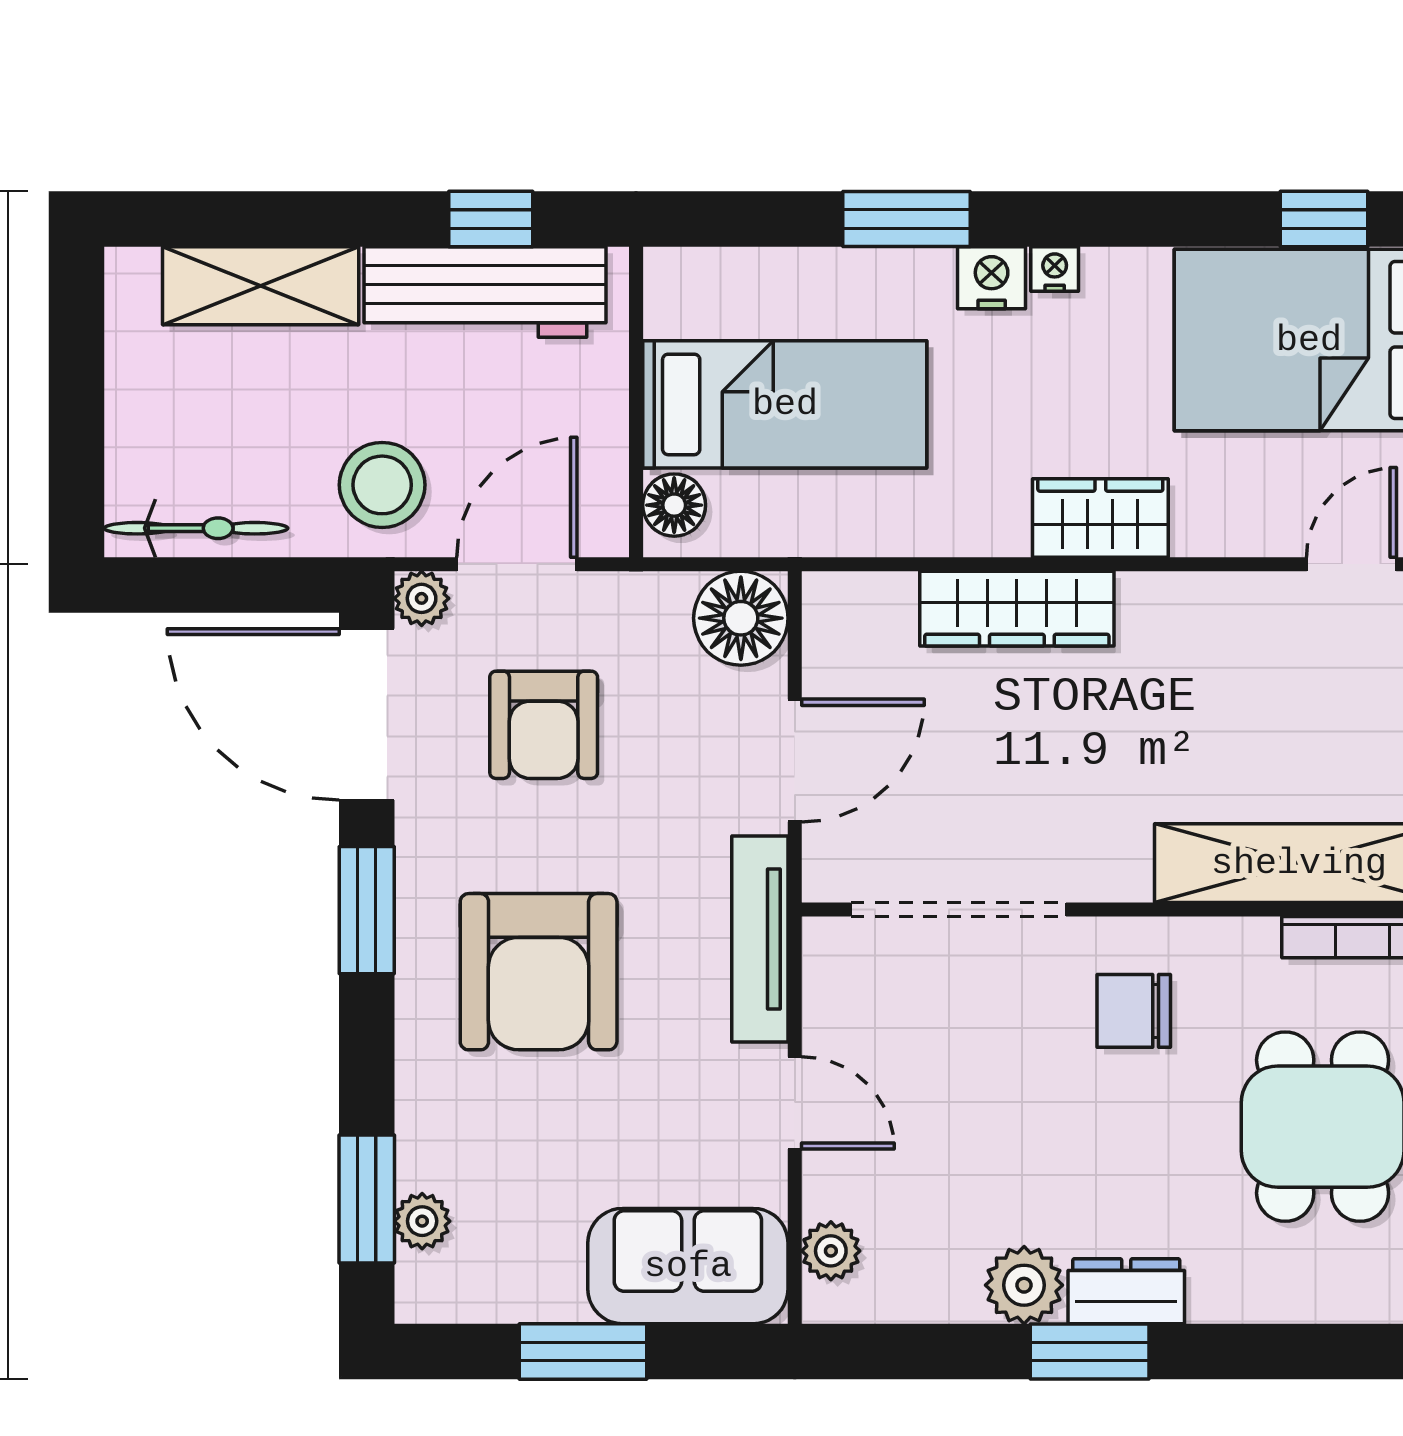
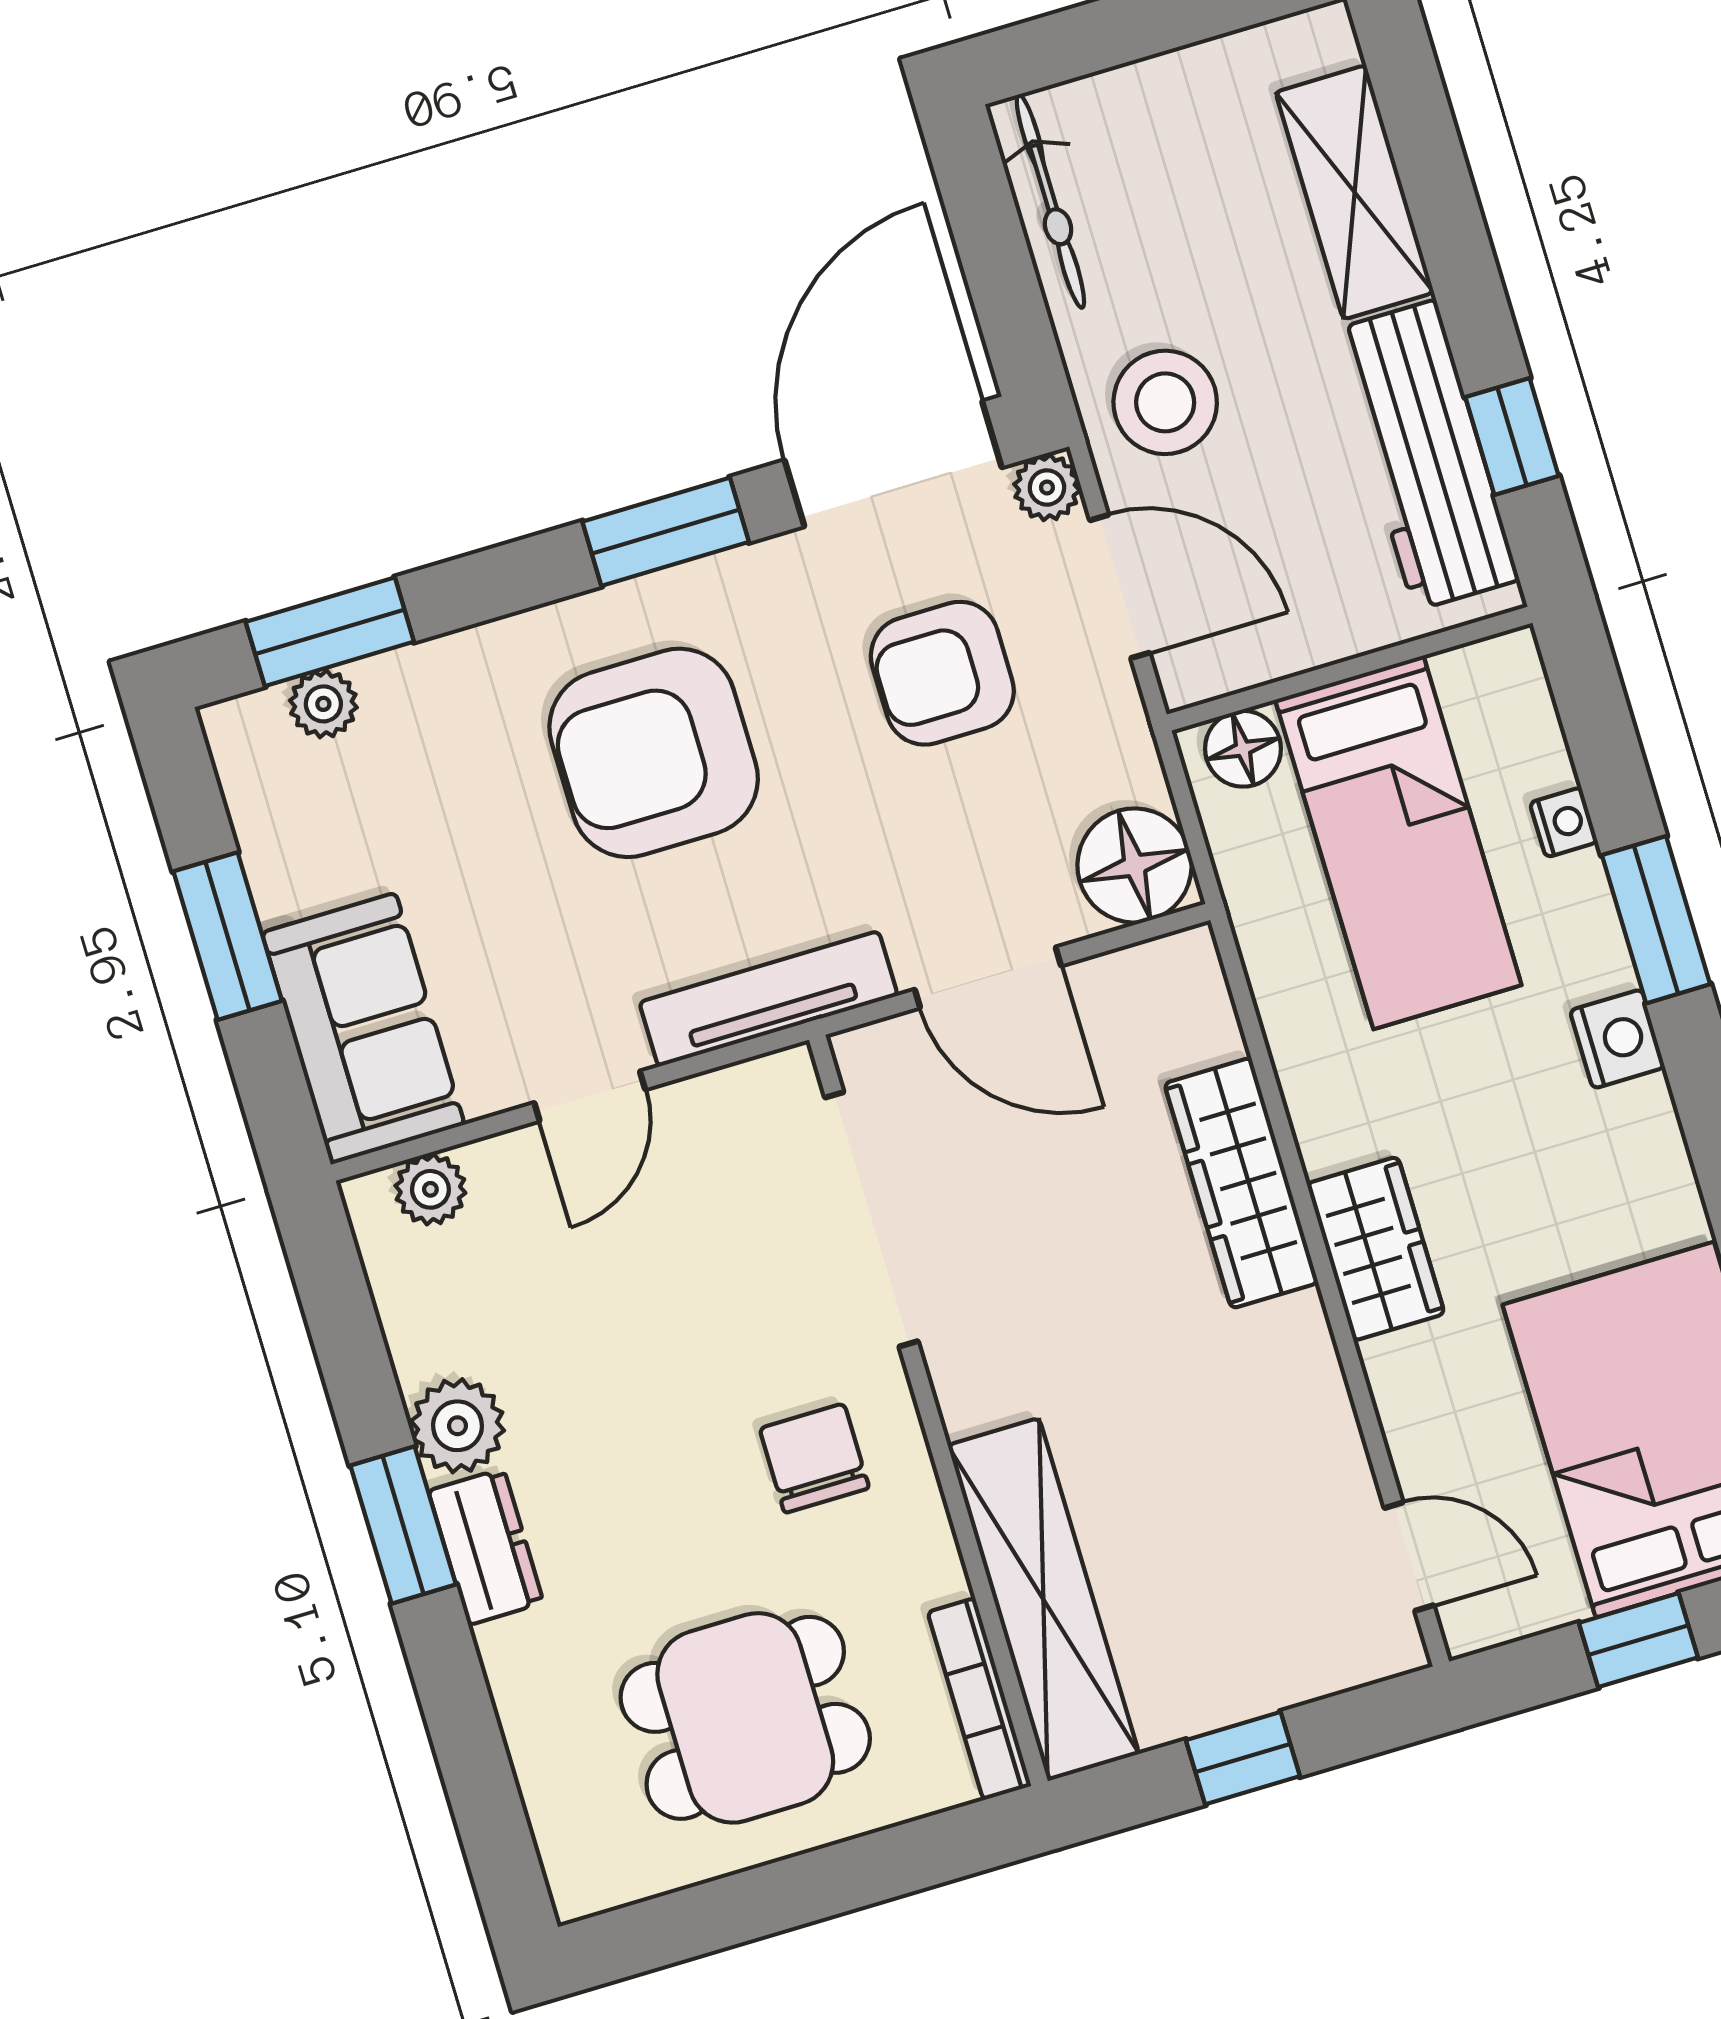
nightstand: (1055, 269) -> (1564, 822), moved

